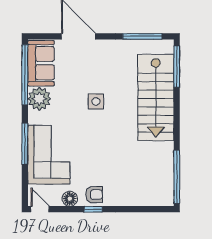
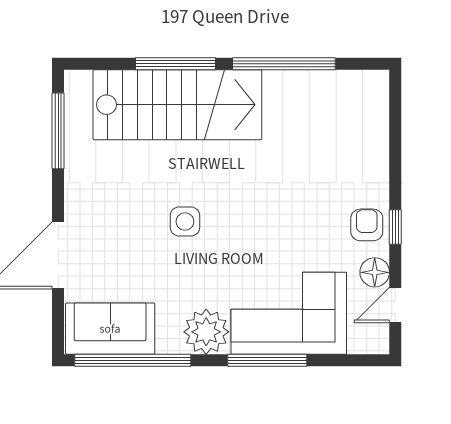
window: (177, 67) -> (175, 64), moved
plant: (39, 99) -> (206, 332), moved
window: (177, 177) -> (284, 64), moved
door: (40, 209) -> (395, 305), moved

